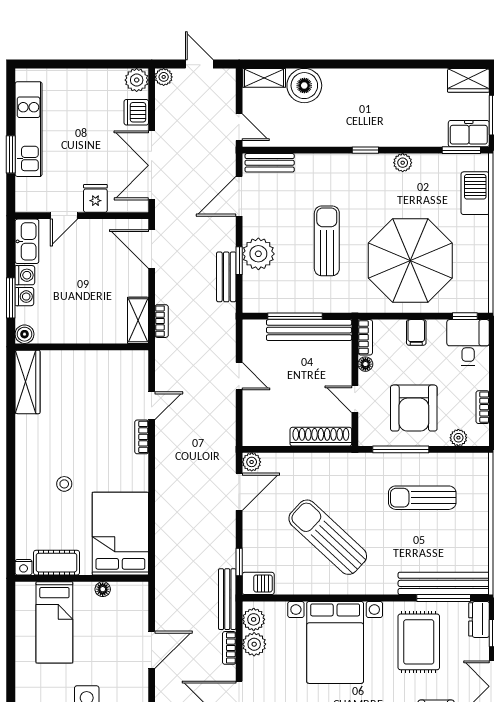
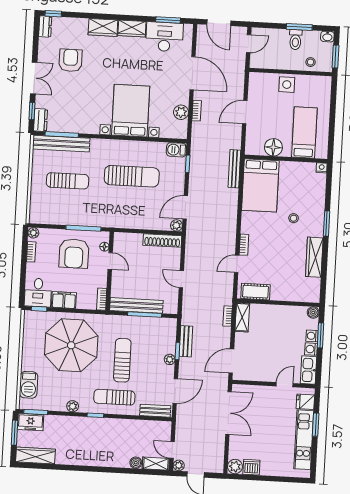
plant: (164, 77) -> (179, 465), moved
wardrobe: (468, 80) -> (35, 456), width x1.50
boiler: (304, 86) -> (136, 463), width x0.54, depth x0.54
dishwasher: (136, 112) -> (251, 467), moved, turned -90
door: (239, 127) -> (172, 450), moved
sun lounger: (336, 181) -> (114, 397), added
fridge: (95, 198) -> (305, 402), moved, turned 90
sun lounger: (327, 241) -> (122, 360), turned 180
door: (152, 249) -> (231, 361), swing flipped
plant: (258, 254) -> (170, 359), width x0.53, depth x0.53
filing cabinet: (416, 332) -> (64, 300), width x2.00
floor lamp: (365, 364) -> (104, 247), moved
wardrobe: (27, 382) -> (314, 257), moved
armchair: (414, 408) -> (74, 253), turned 180
shoe rack: (321, 437) -> (162, 240), moved
plant: (458, 438) -> (33, 233), moved
window: (11, 478) -> (327, 223), added
sun lounger: (422, 498) -> (68, 181), moved
sun lounger: (328, 537) -> (132, 176), turned -43
cot: (57, 563) -> (255, 292), moved
floor lamp: (103, 589) -> (273, 147), width x1.89, depth x1.89
bench: (227, 599) -> (234, 169), moved
plant: (254, 619) -> (180, 128), removed
rug: (419, 642) -> (79, 108), removed

